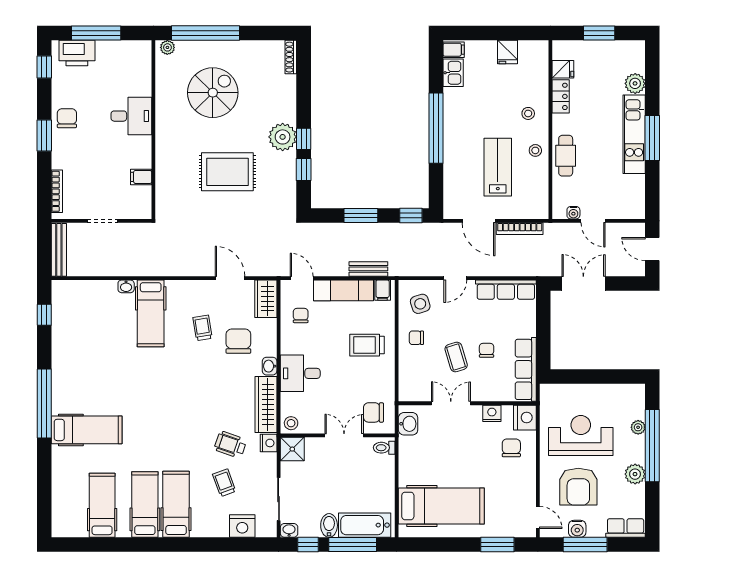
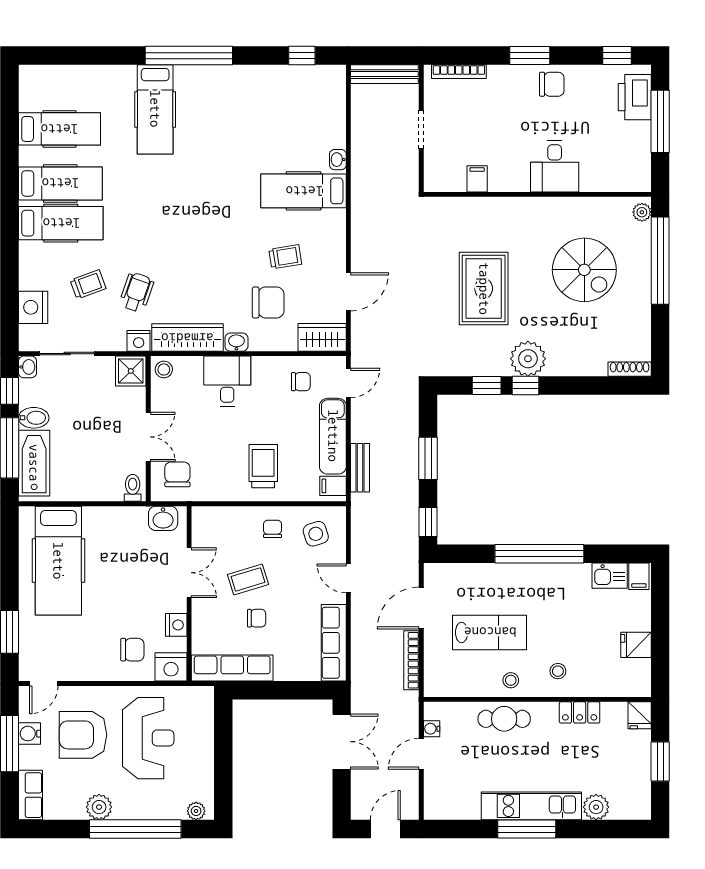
fridge: (563, 69) -> (640, 715), moved
plant: (638, 427) -> (196, 811), moved

